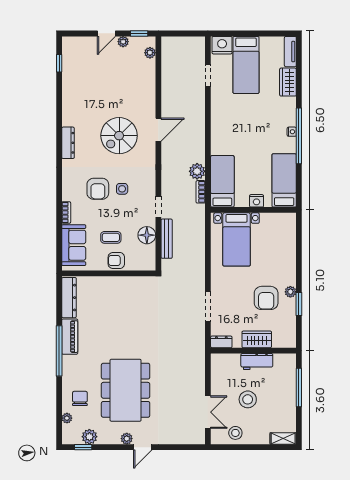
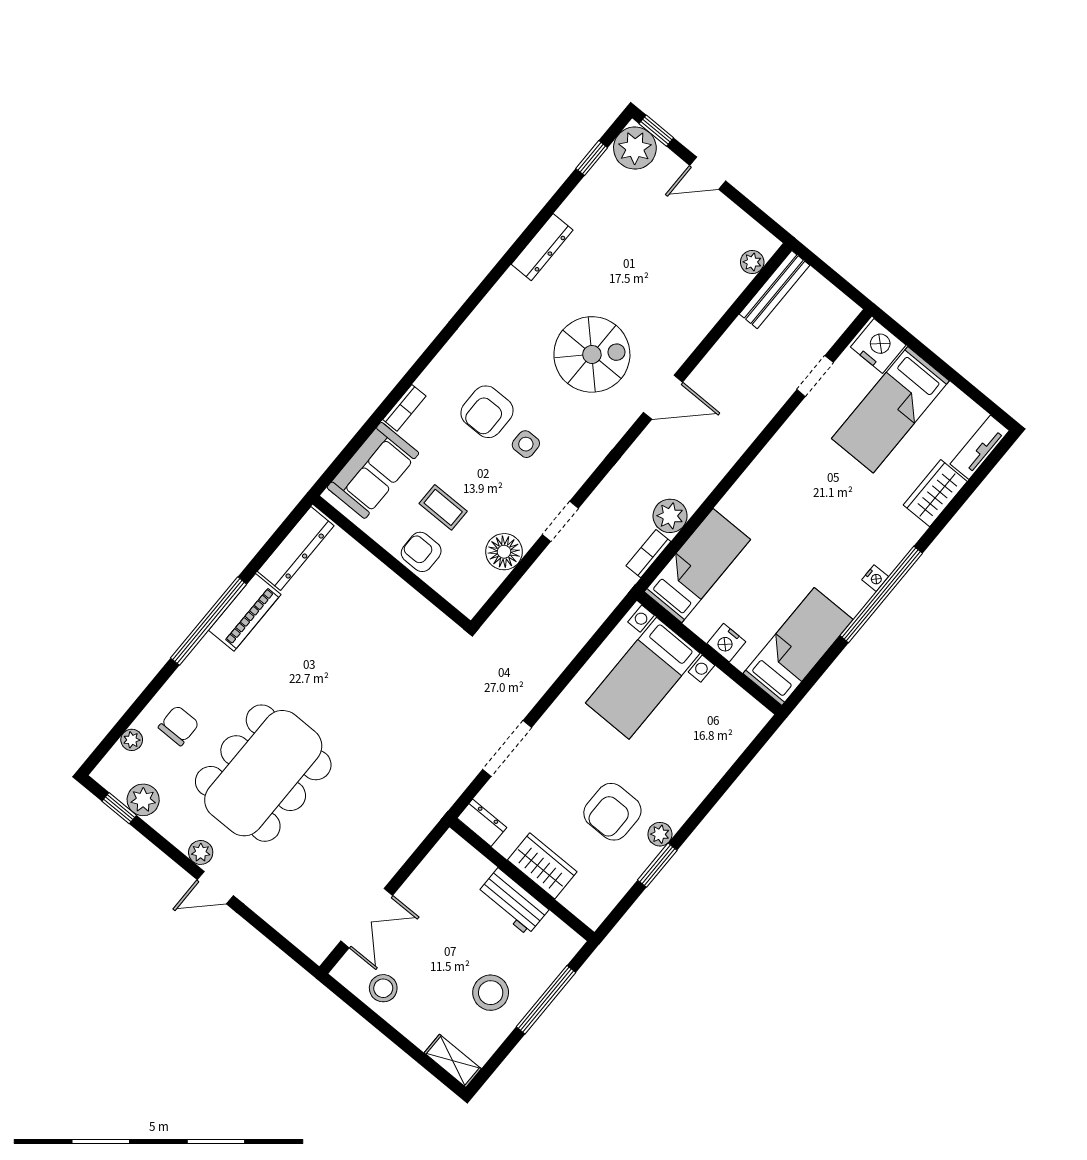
window: (139, 33) -> (656, 131), moved
plant: (123, 42) -> (635, 148), moved, width x1.87, depth x1.87
spiral stairs: (119, 136) -> (592, 354), turned 180
dresser: (68, 143) -> (542, 247), moved
bench: (167, 239) -> (774, 290), moved
stool: (248, 399) -> (491, 993), moved

